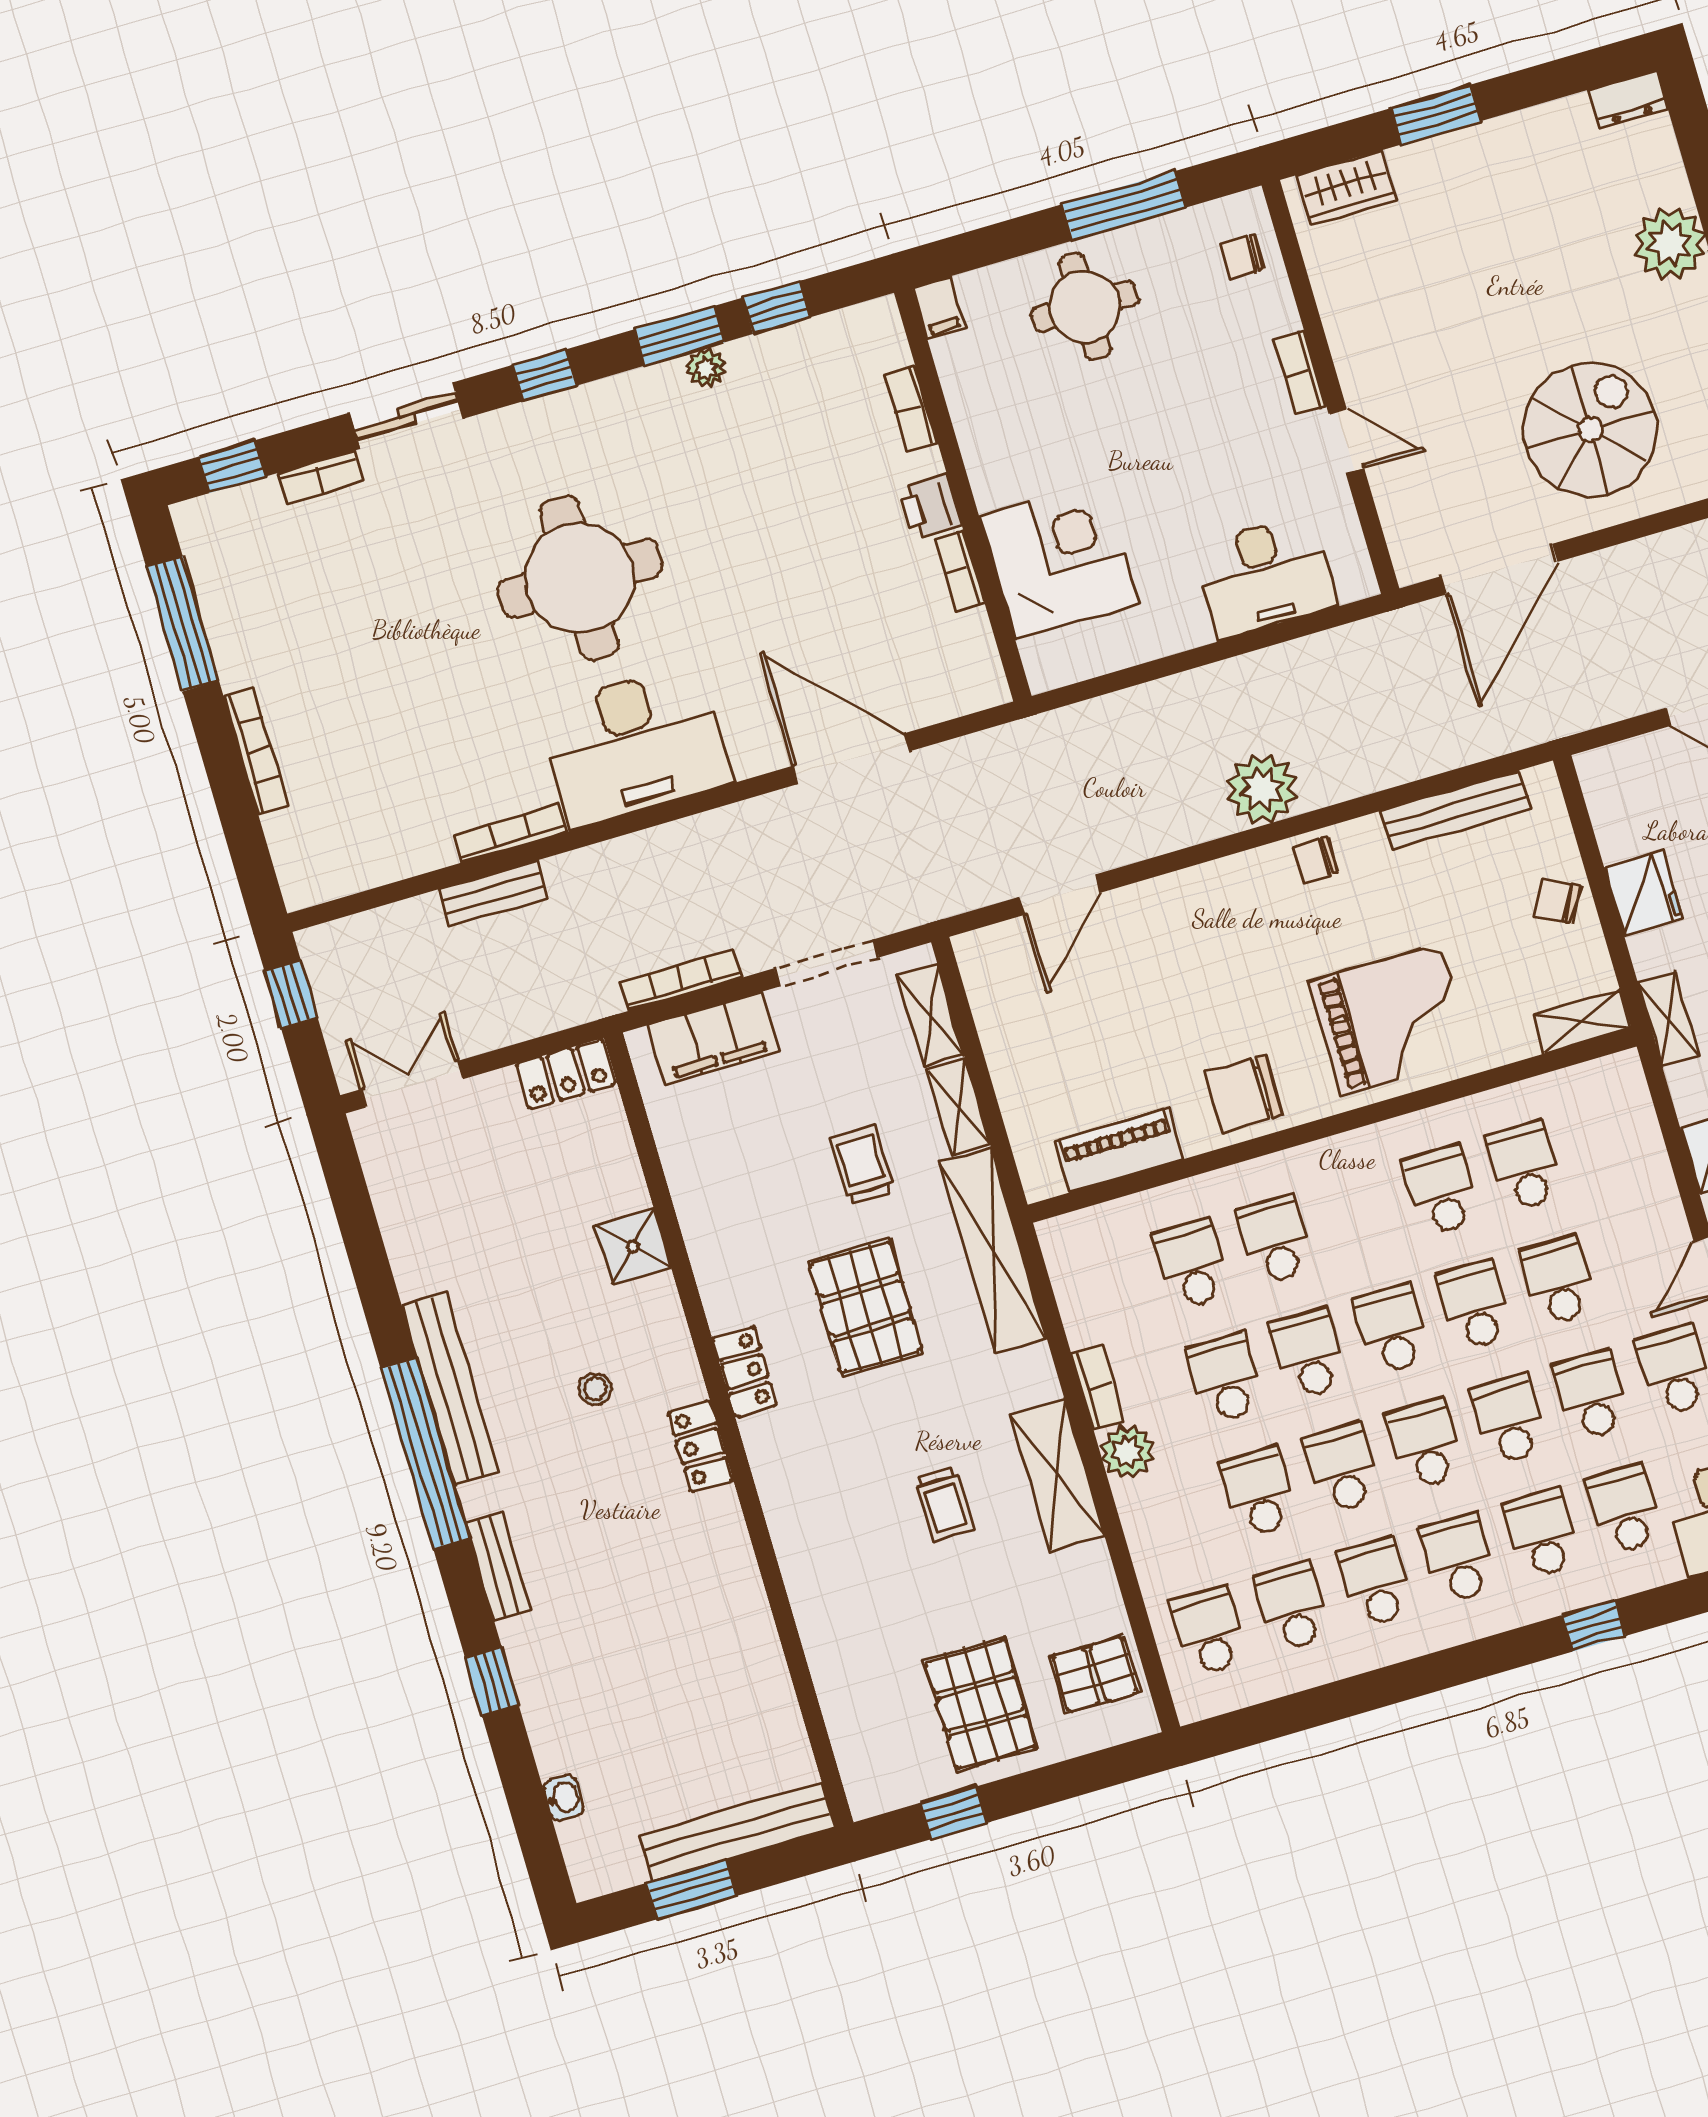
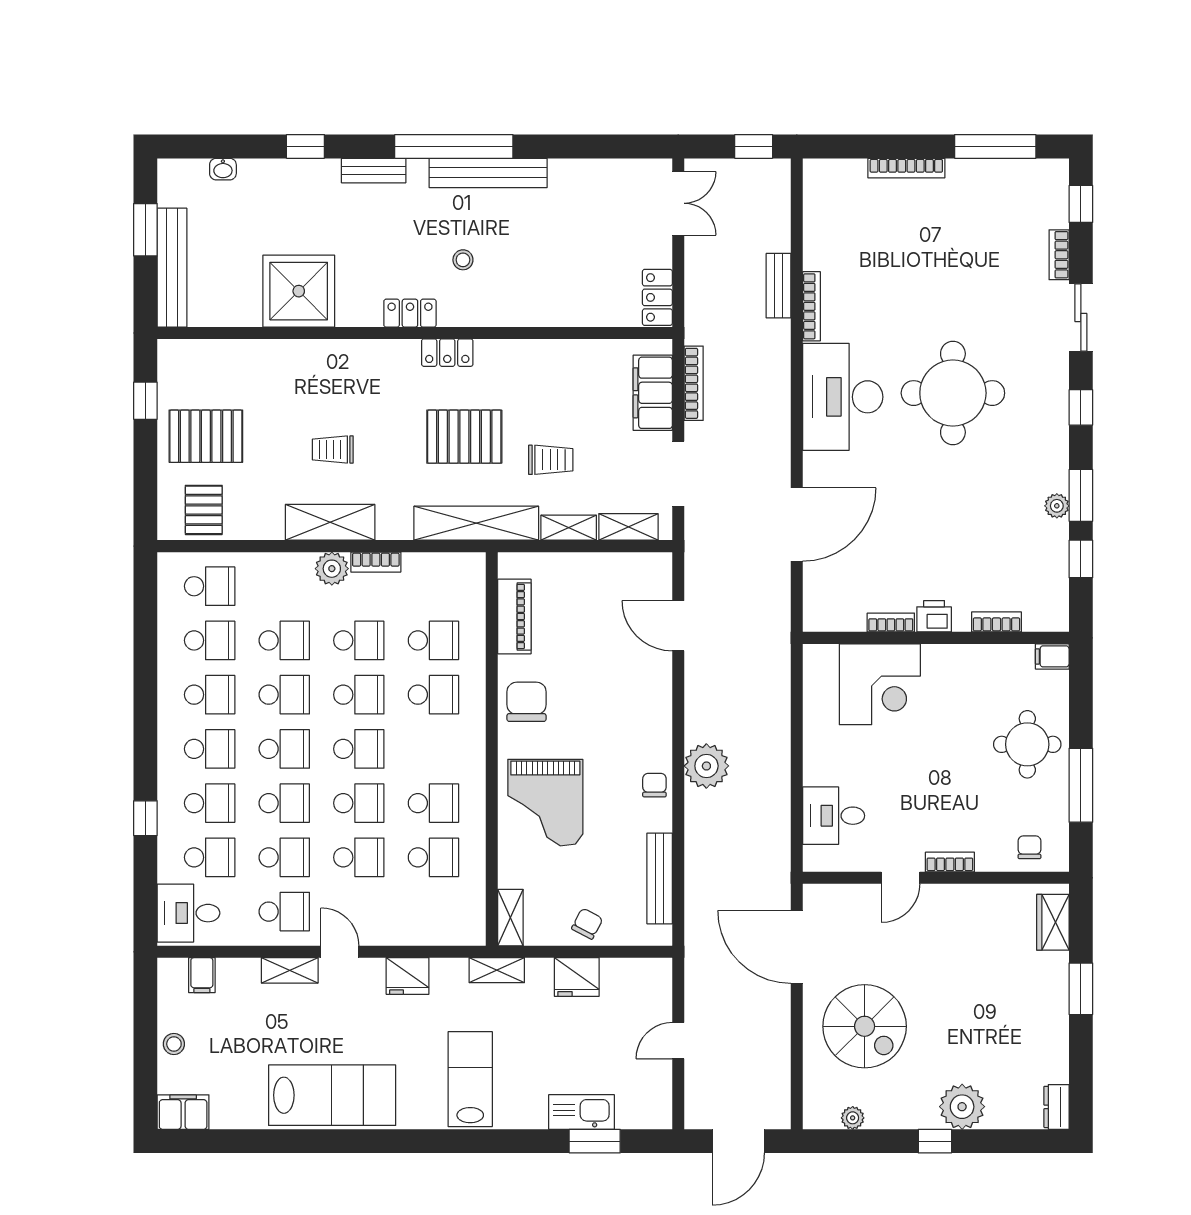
desk: (1265, 576) -> (834, 816), width x0.73
shower: (633, 1246) -> (299, 291), moved, width x1.86, depth x1.86

